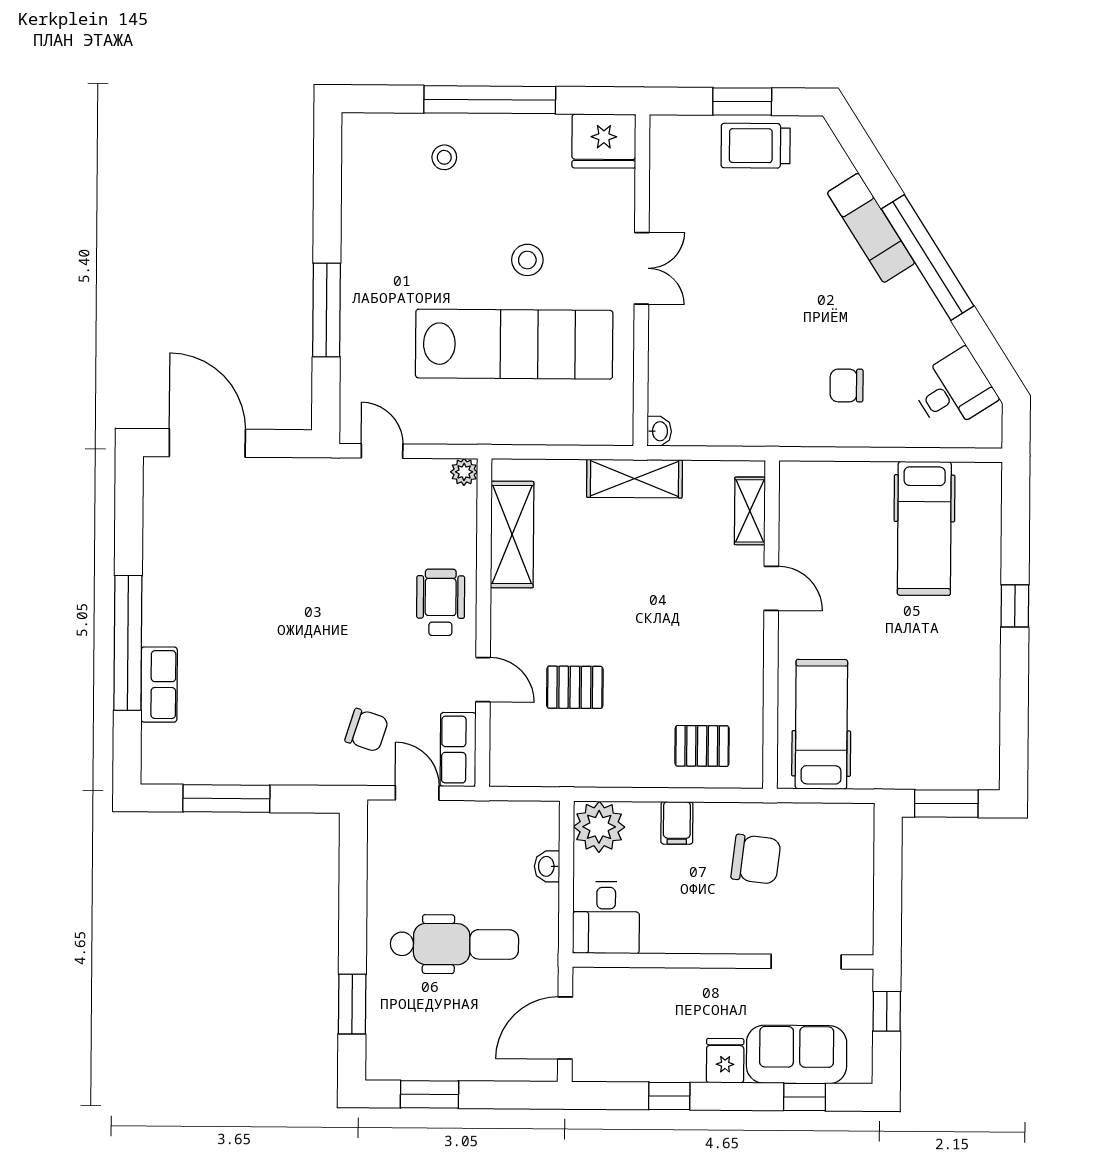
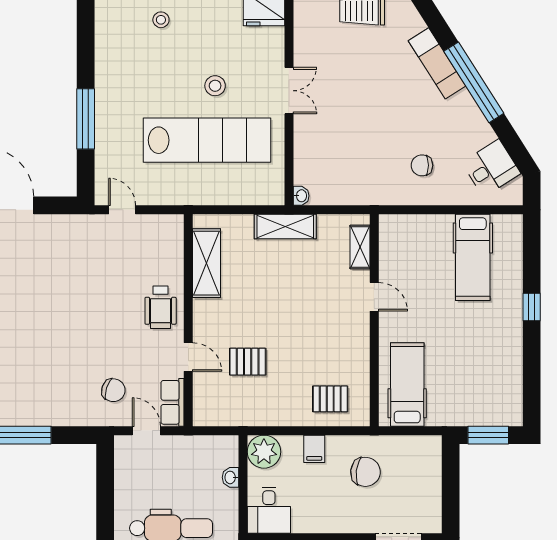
plant: (464, 472) -> (175, 223), removed
wheelchair: (441, 602) -> (161, 307), turned 180

